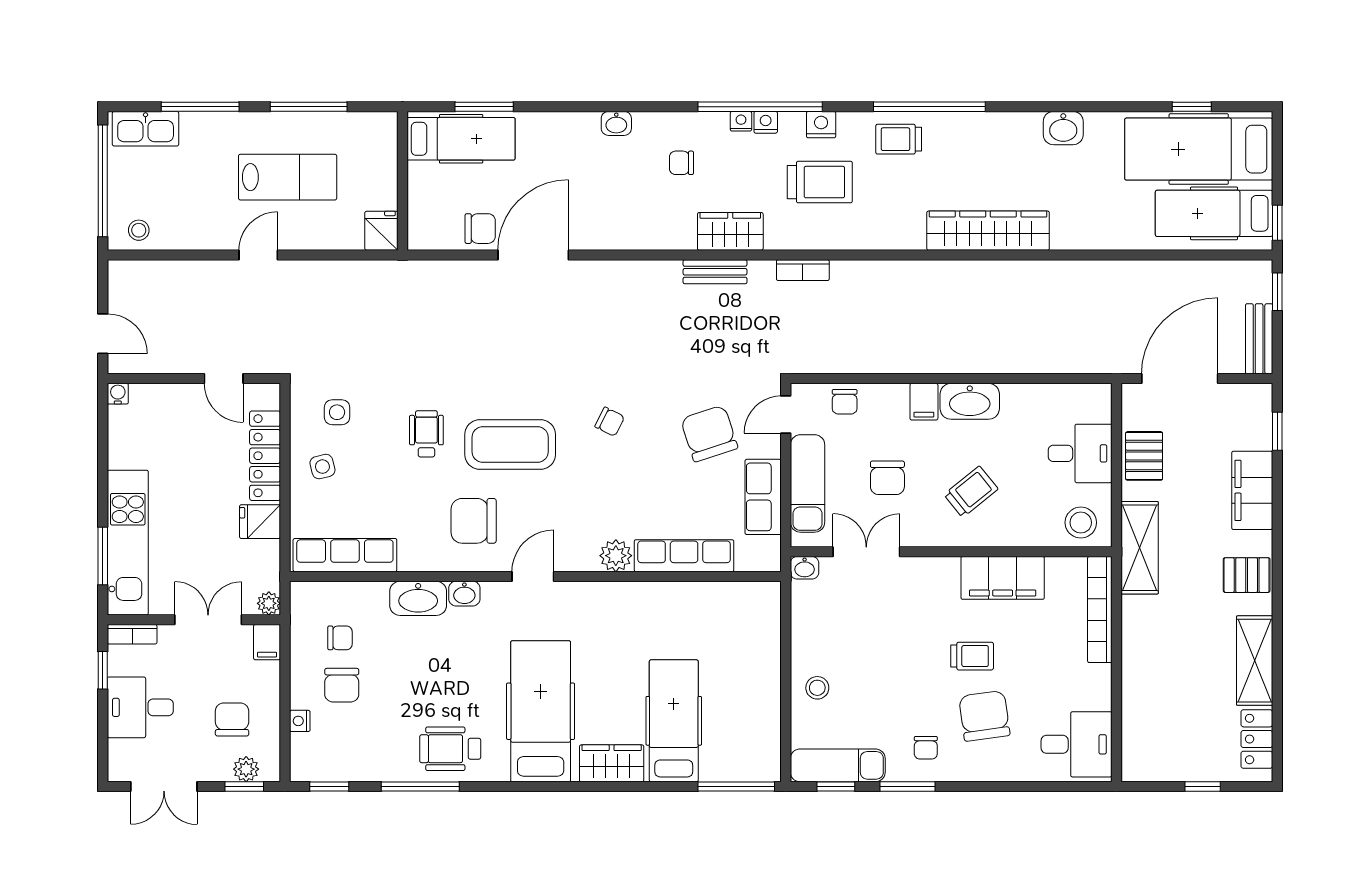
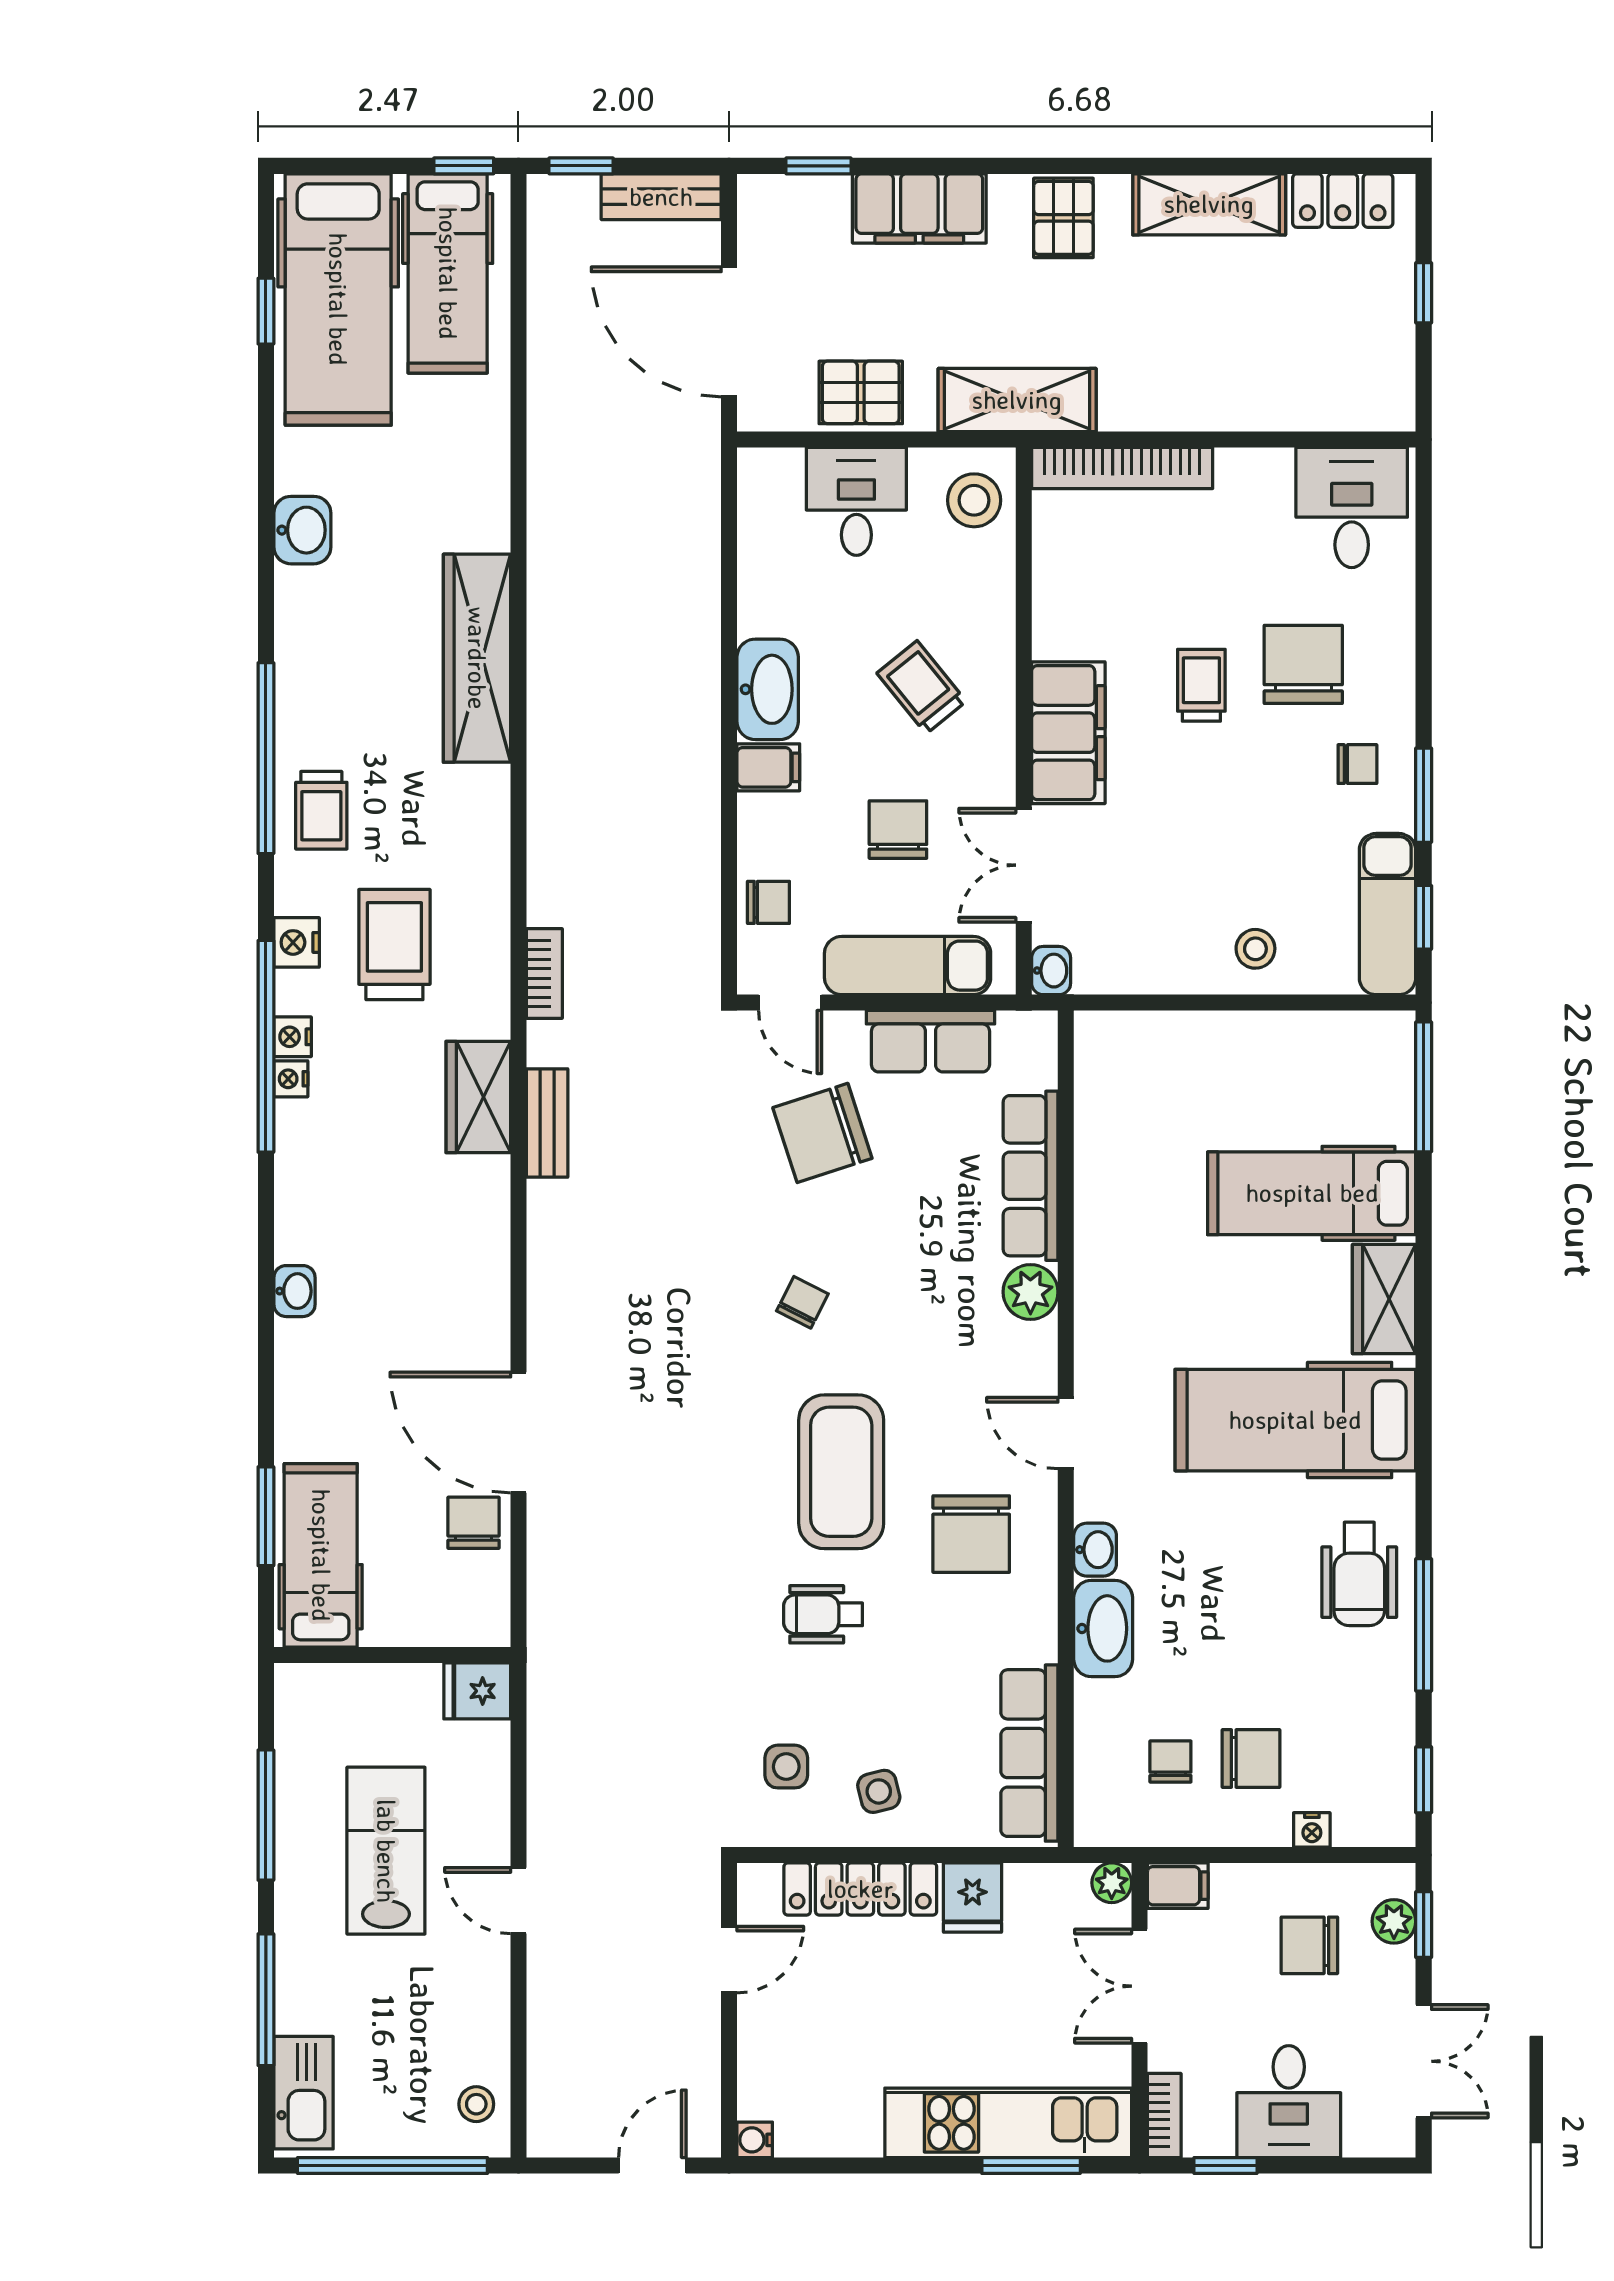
chair: (681, 163) -> (362, 1180), removed
chair: (887, 478) -> (898, 830), turned -90
filing cabinet: (1003, 578) -> (1068, 733), moved
chair: (984, 716) -> (1303, 664), turned 98

